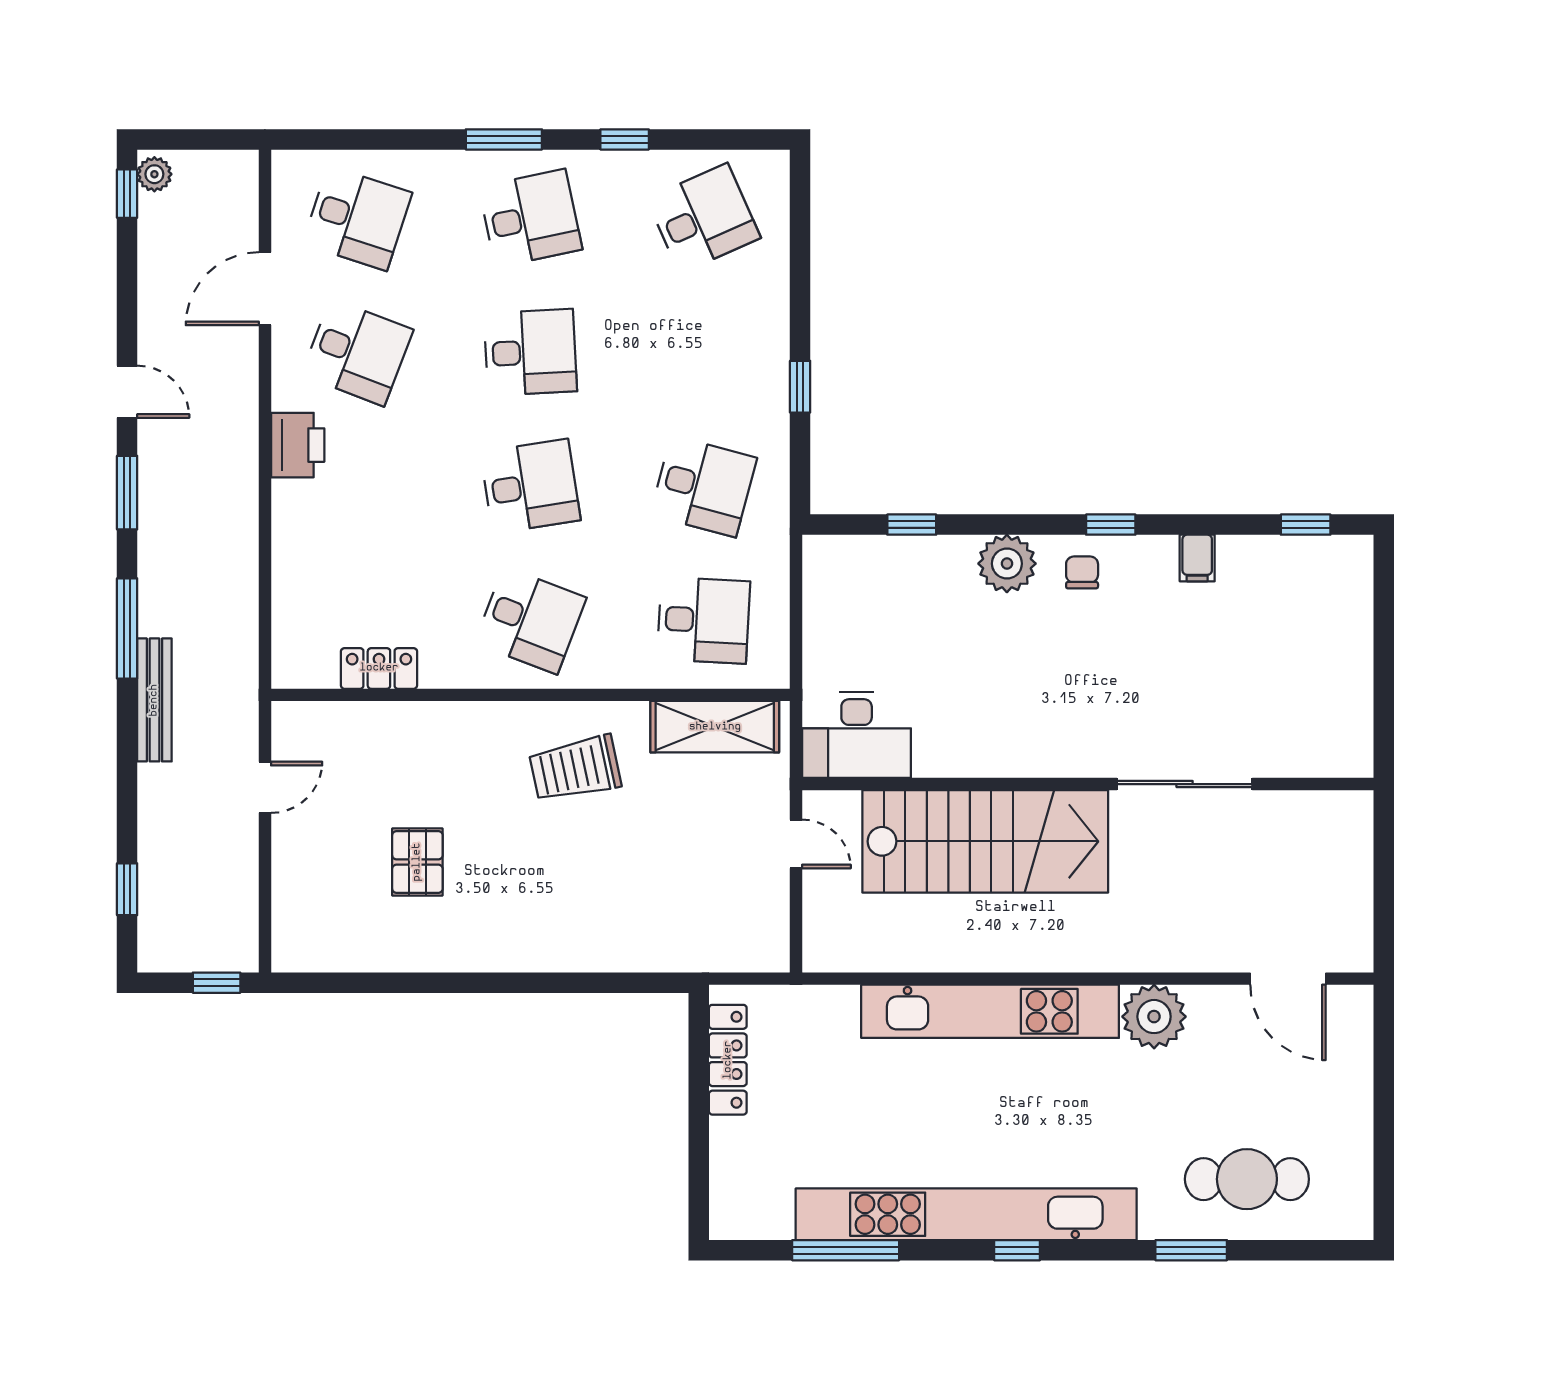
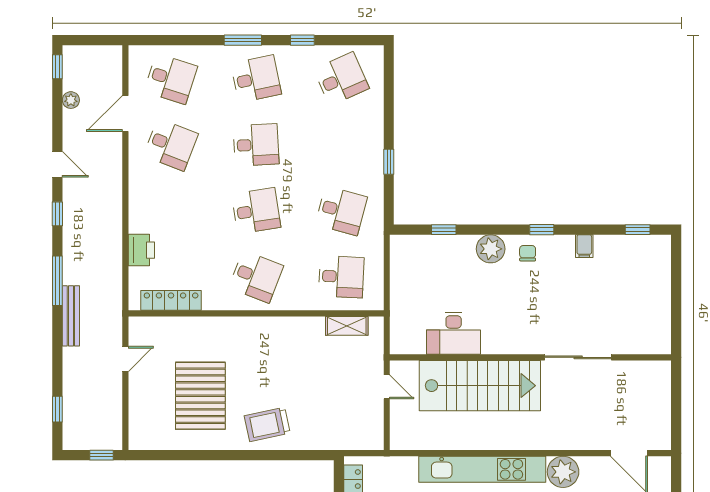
plant: (154, 174) -> (71, 100), moved
printer: (298, 445) -> (141, 250), moved
window: (127, 493) -> (57, 214), width x0.67
locker: (379, 668) -> (171, 300), width x1.53
shelving: (715, 727) -> (347, 326), width x0.67, depth x0.75
desk: (857, 735) -> (454, 333), moved
trolley: (575, 769) -> (267, 424), moved
pallet: (417, 862) -> (200, 396), width x2.05, depth x2.00

